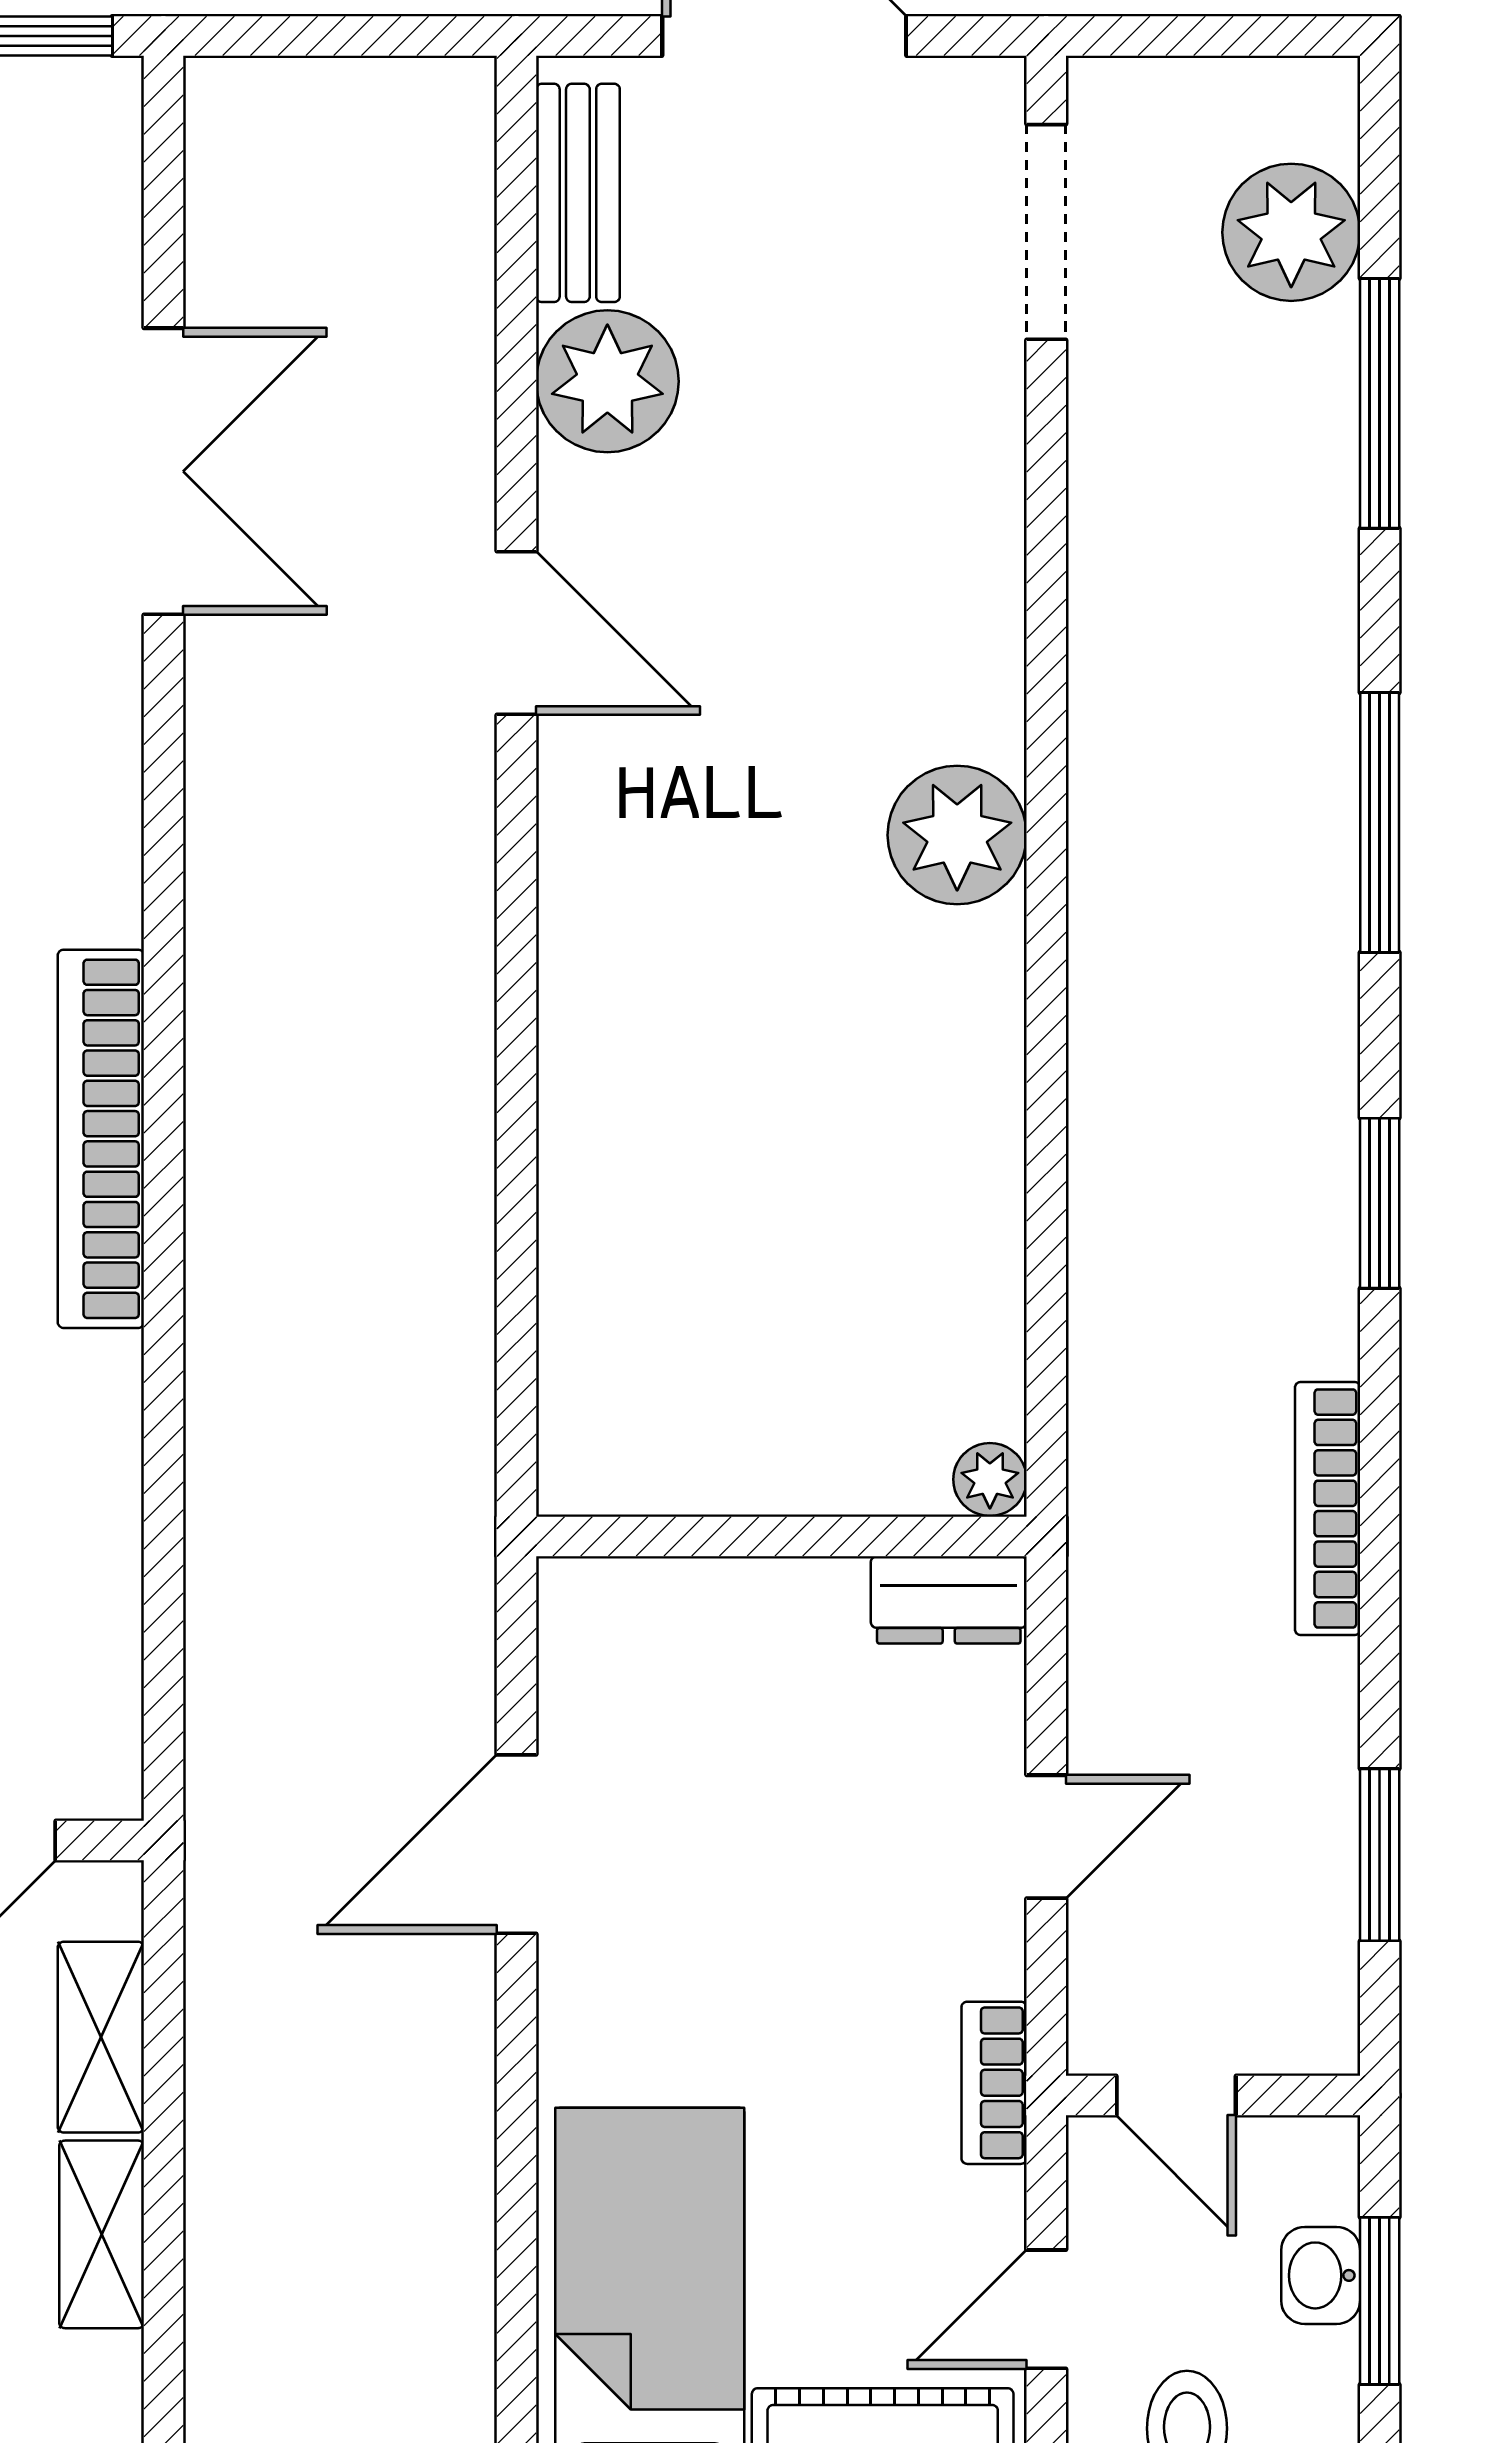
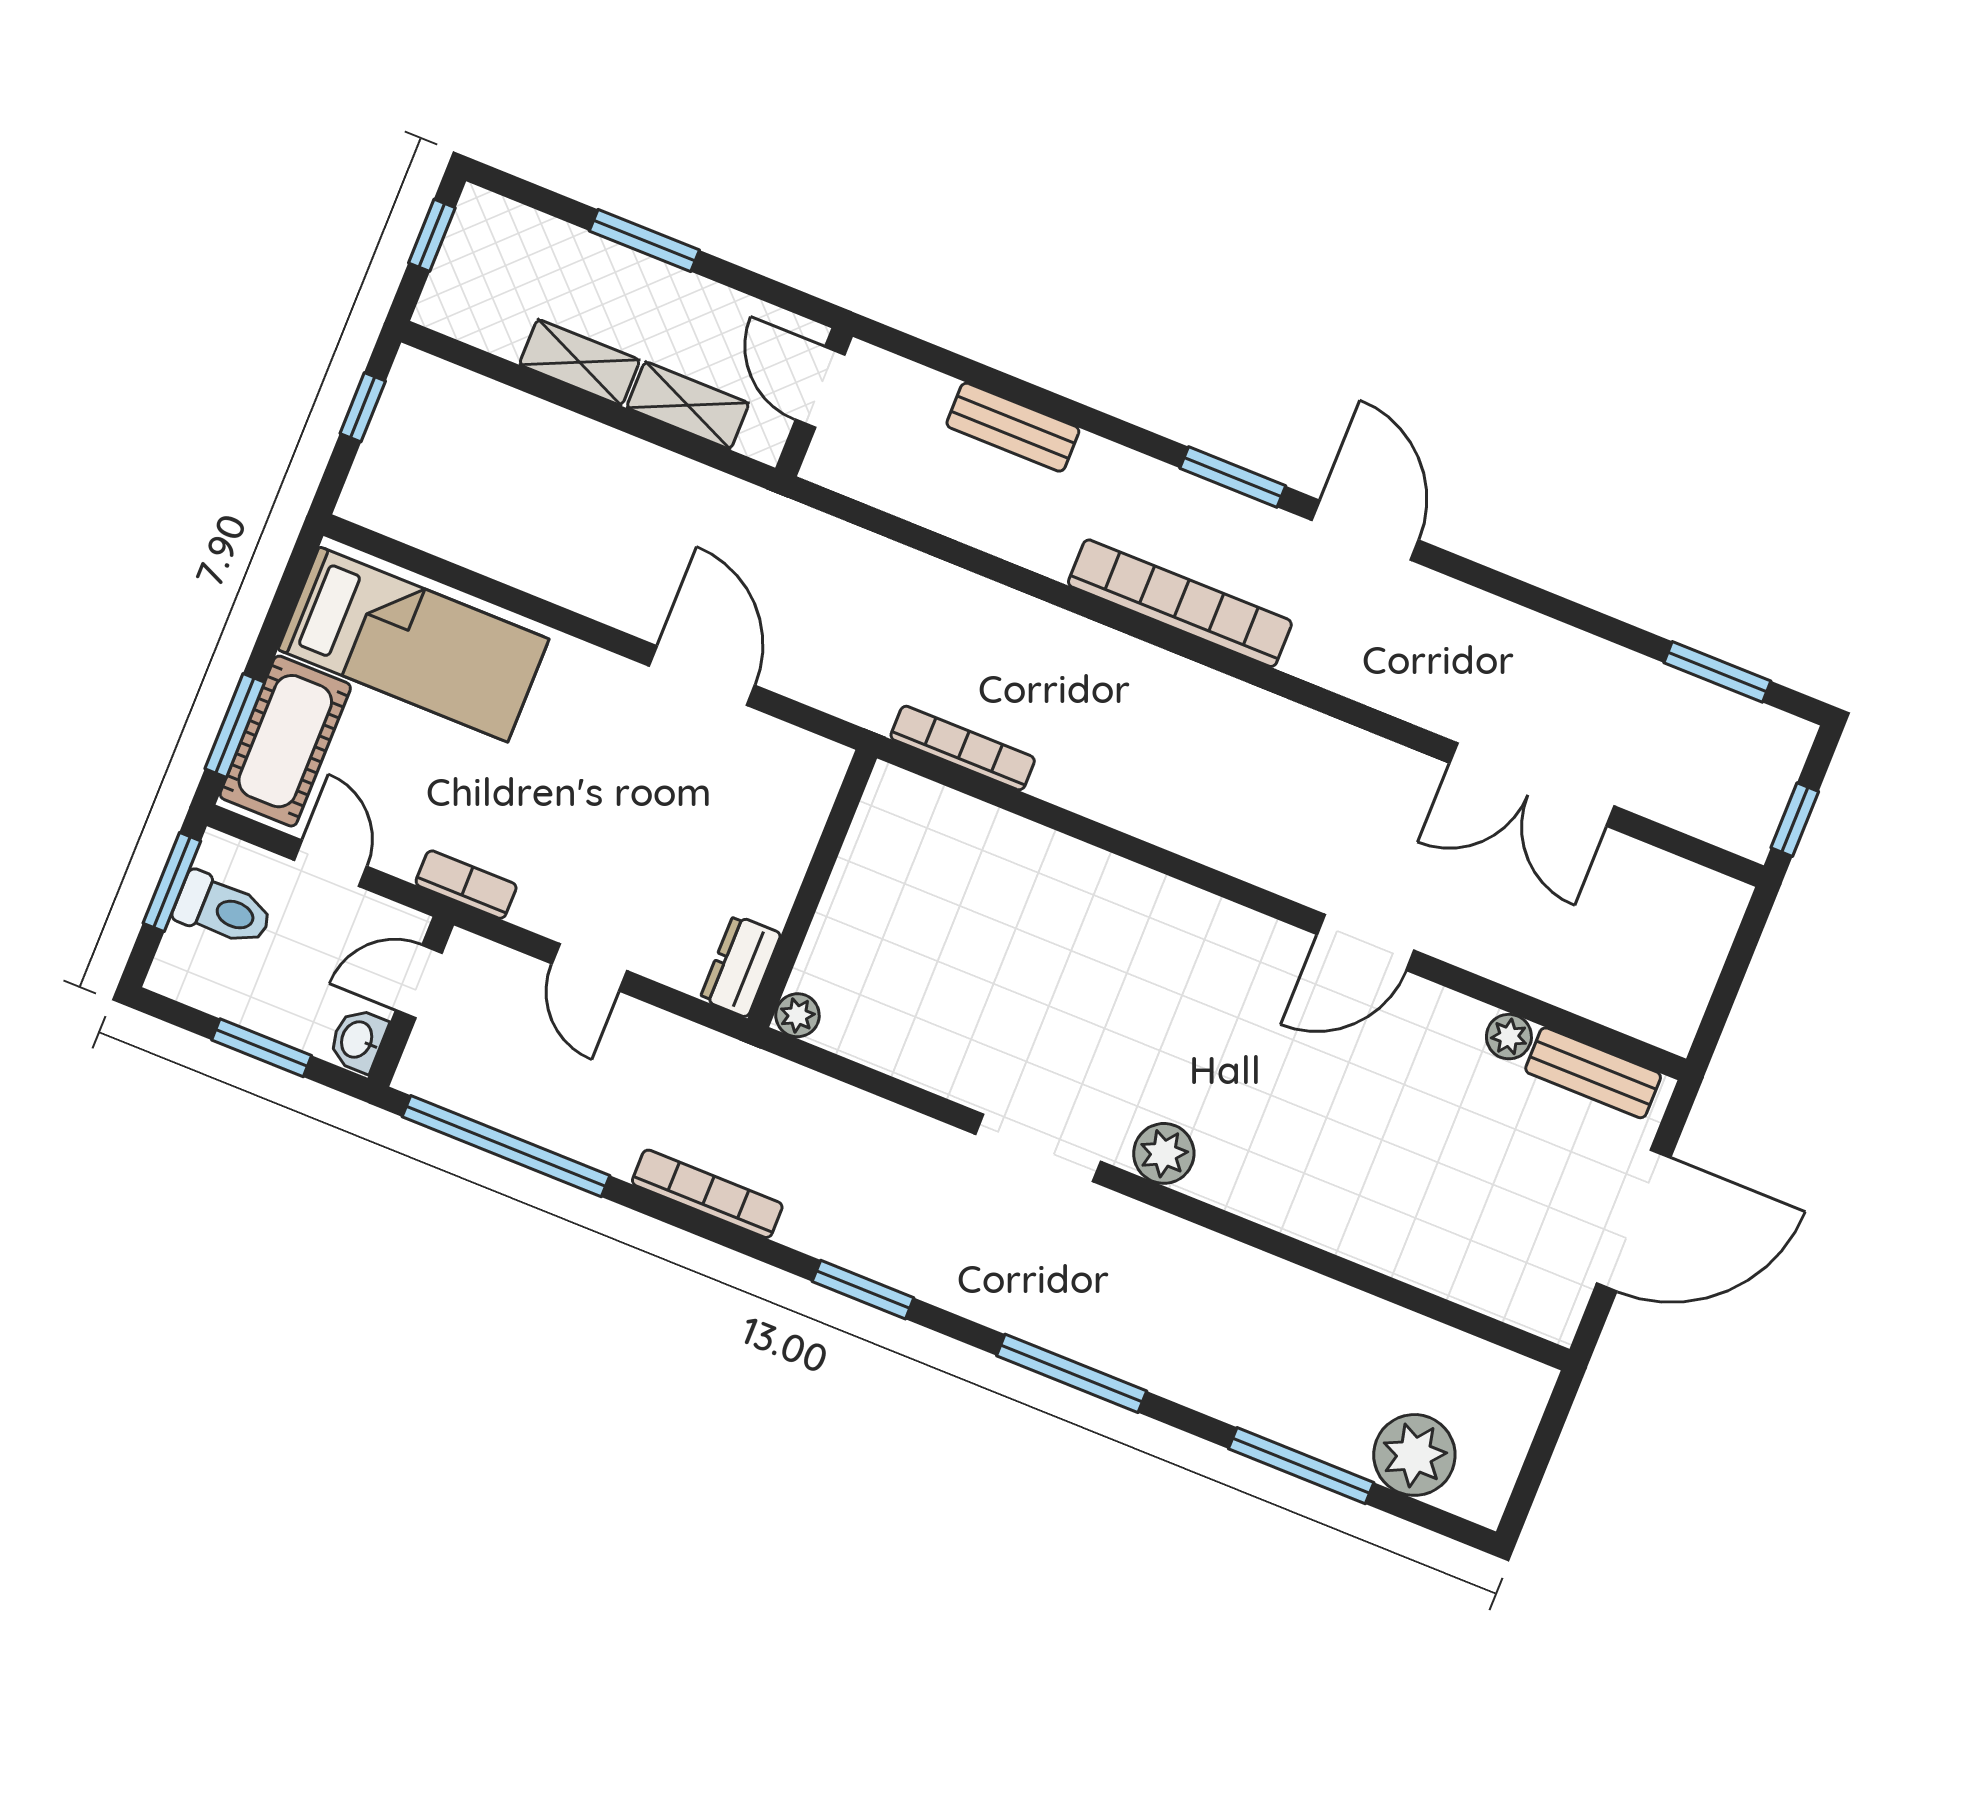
doorway: (1046, 232) -> (1038, 1148), moved
plant: (607, 381) -> (1509, 1037), width x0.53, depth x0.53
plant: (957, 835) -> (1164, 1153), width x0.73, depth x0.73
bookcase: (466, 1389) -> (963, 748), added
window: (1380, 1855) -> (506, 1146), width x2.11
washbasin: (1321, 2275) -> (358, 1040), moved, turned -90

